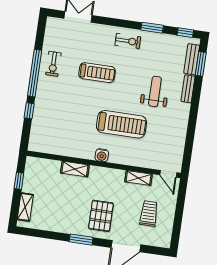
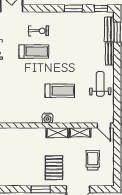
exercise bike: (128, 41) -> (39, 31), moved
weight bench: (155, 91) -> (100, 84), moved
treadmill: (121, 124) -> (60, 91), width x0.73, depth x0.73
shelving: (75, 169) -> (57, 133), moved

